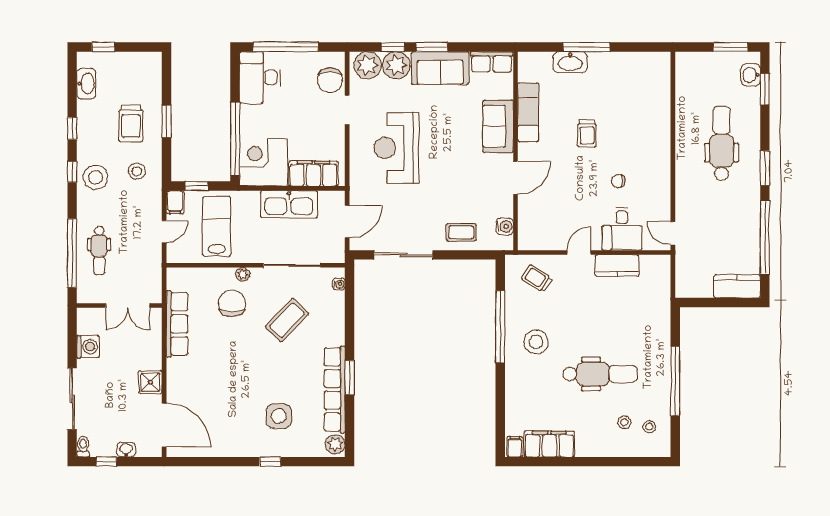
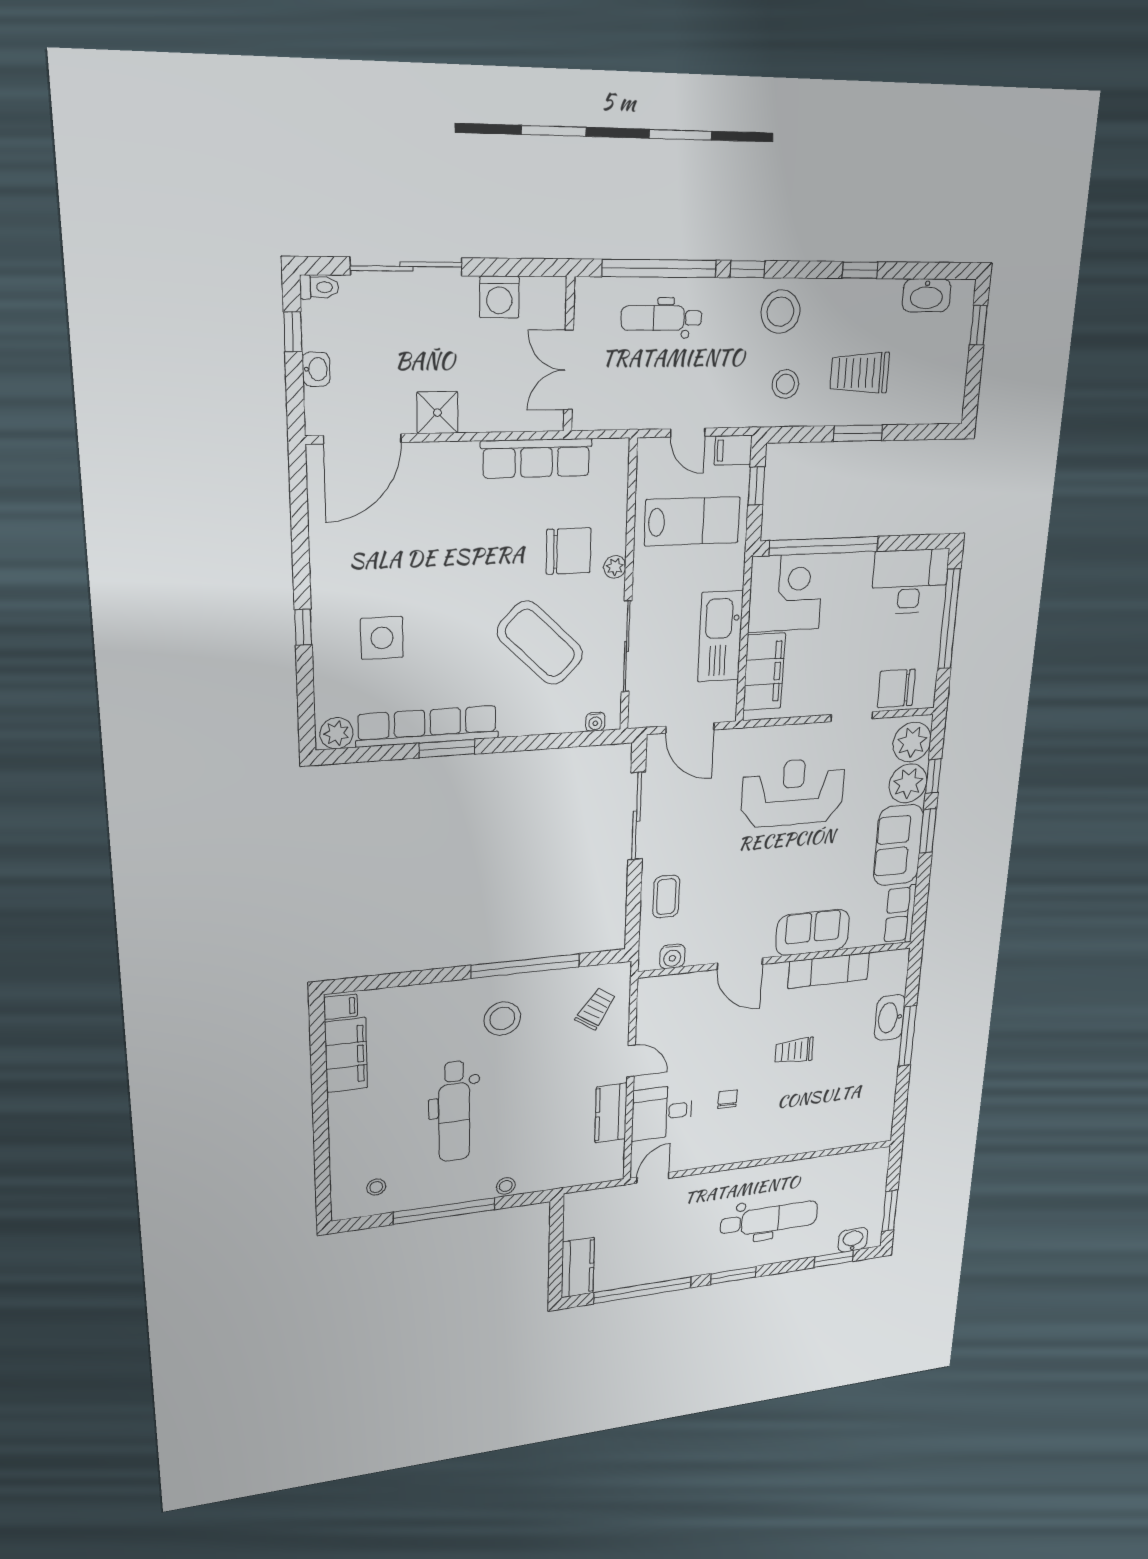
window: (72, 172) -> (747, 269), moved
coffee table: (287, 320) -> (540, 643), width x1.36, depth x1.32
stool: (624, 422) -> (506, 1186), moved

